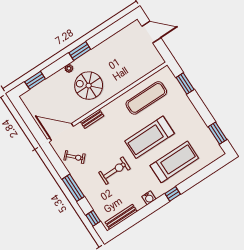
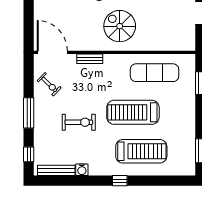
spiral stairs: (89, 86) -> (120, 26), moved
water cooler: (149, 198) -> (82, 170), moved

